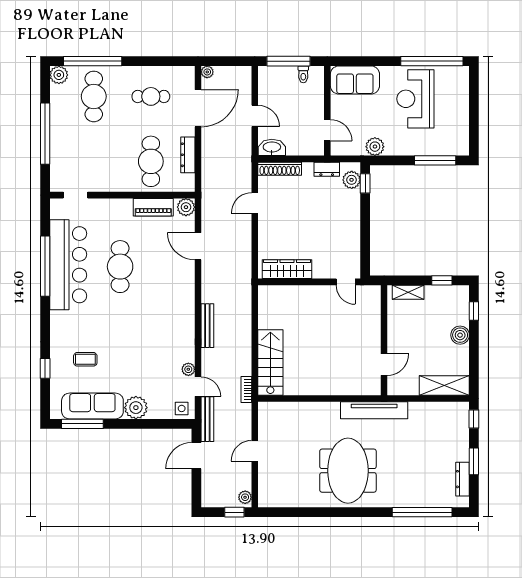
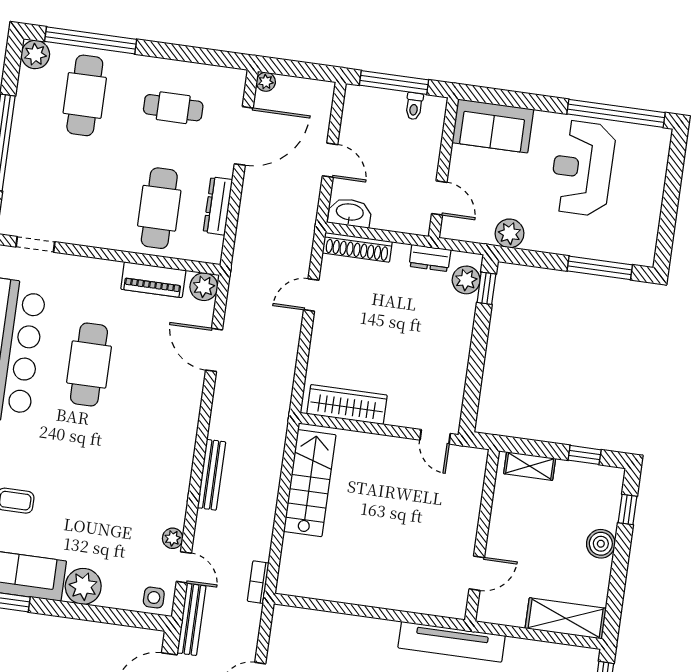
stairs: (270, 362) -> (310, 483), moved

